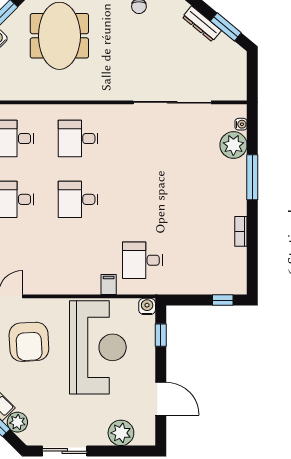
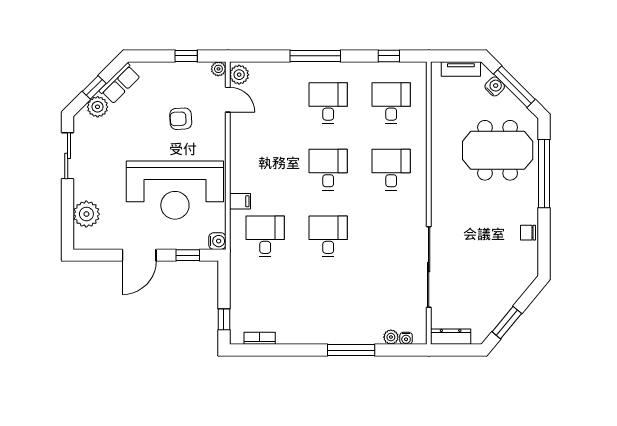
dresser: (202, 24) -> (451, 337), moved, turned 50
plant: (233, 145) -> (391, 337), width x0.53, depth x0.53
desk: (142, 199) -> (328, 236), added
bookcase: (241, 231) -> (260, 338), moved
armchair: (29, 342) -> (181, 119), width x0.53, depth x0.53
door: (161, 399) -> (139, 255), moved

